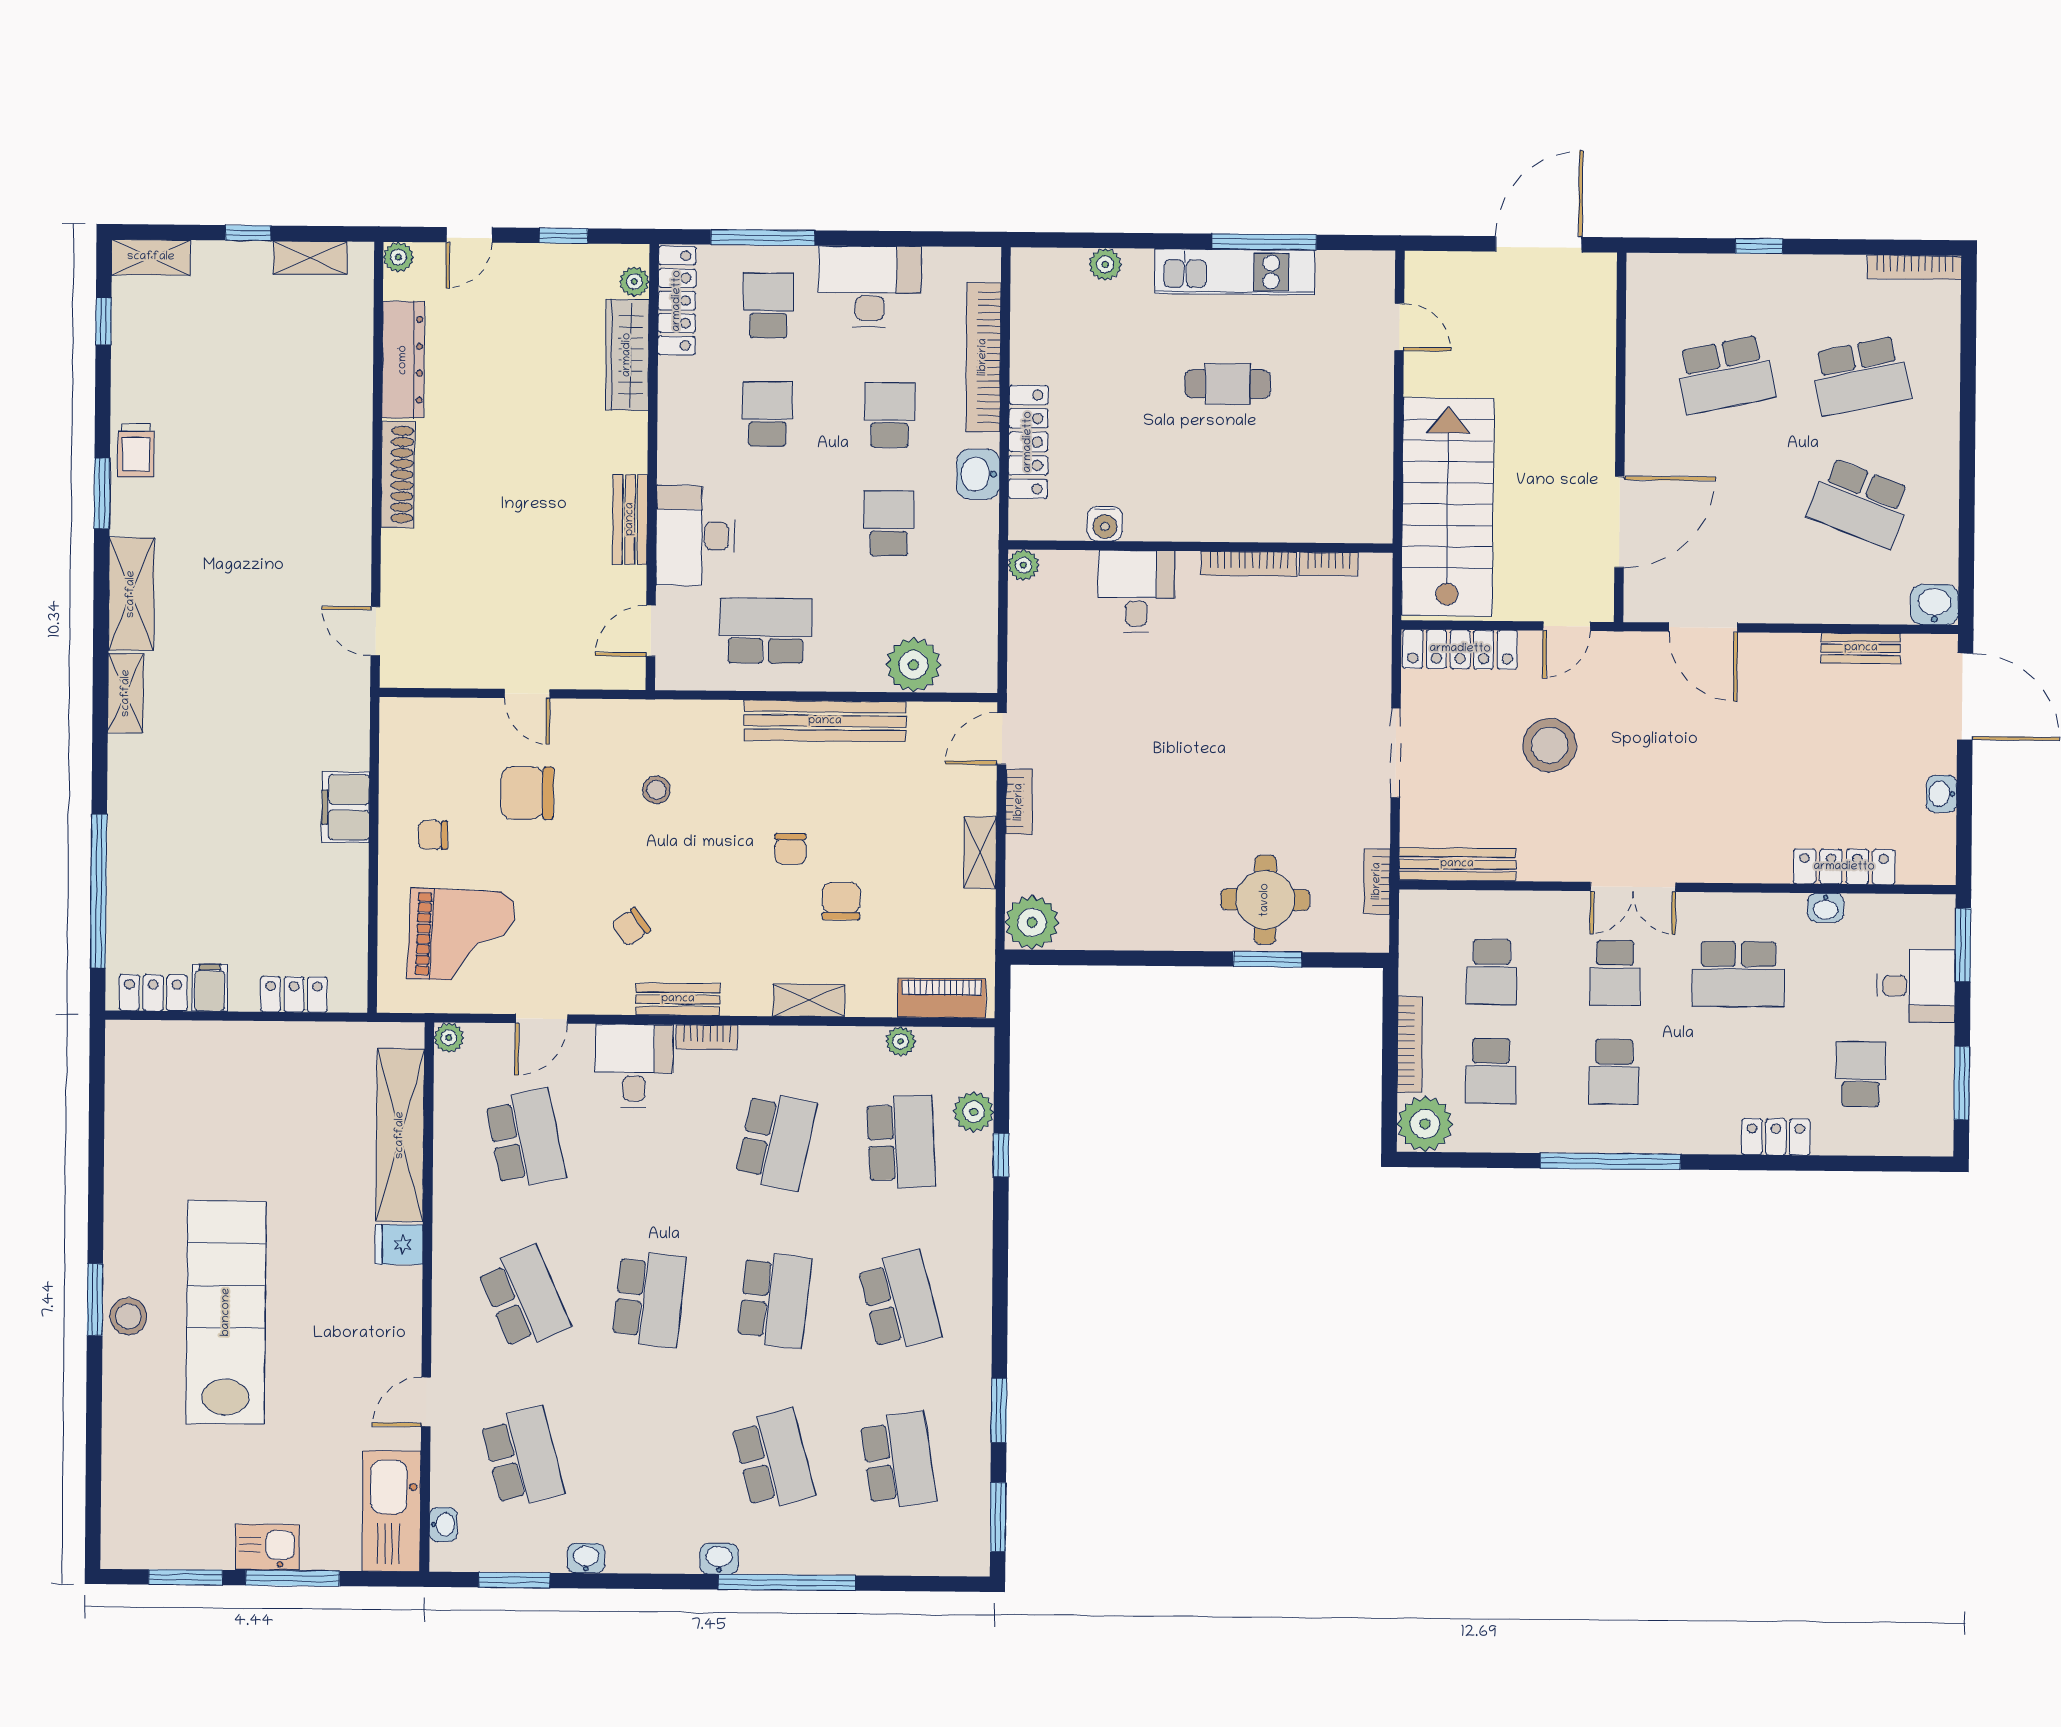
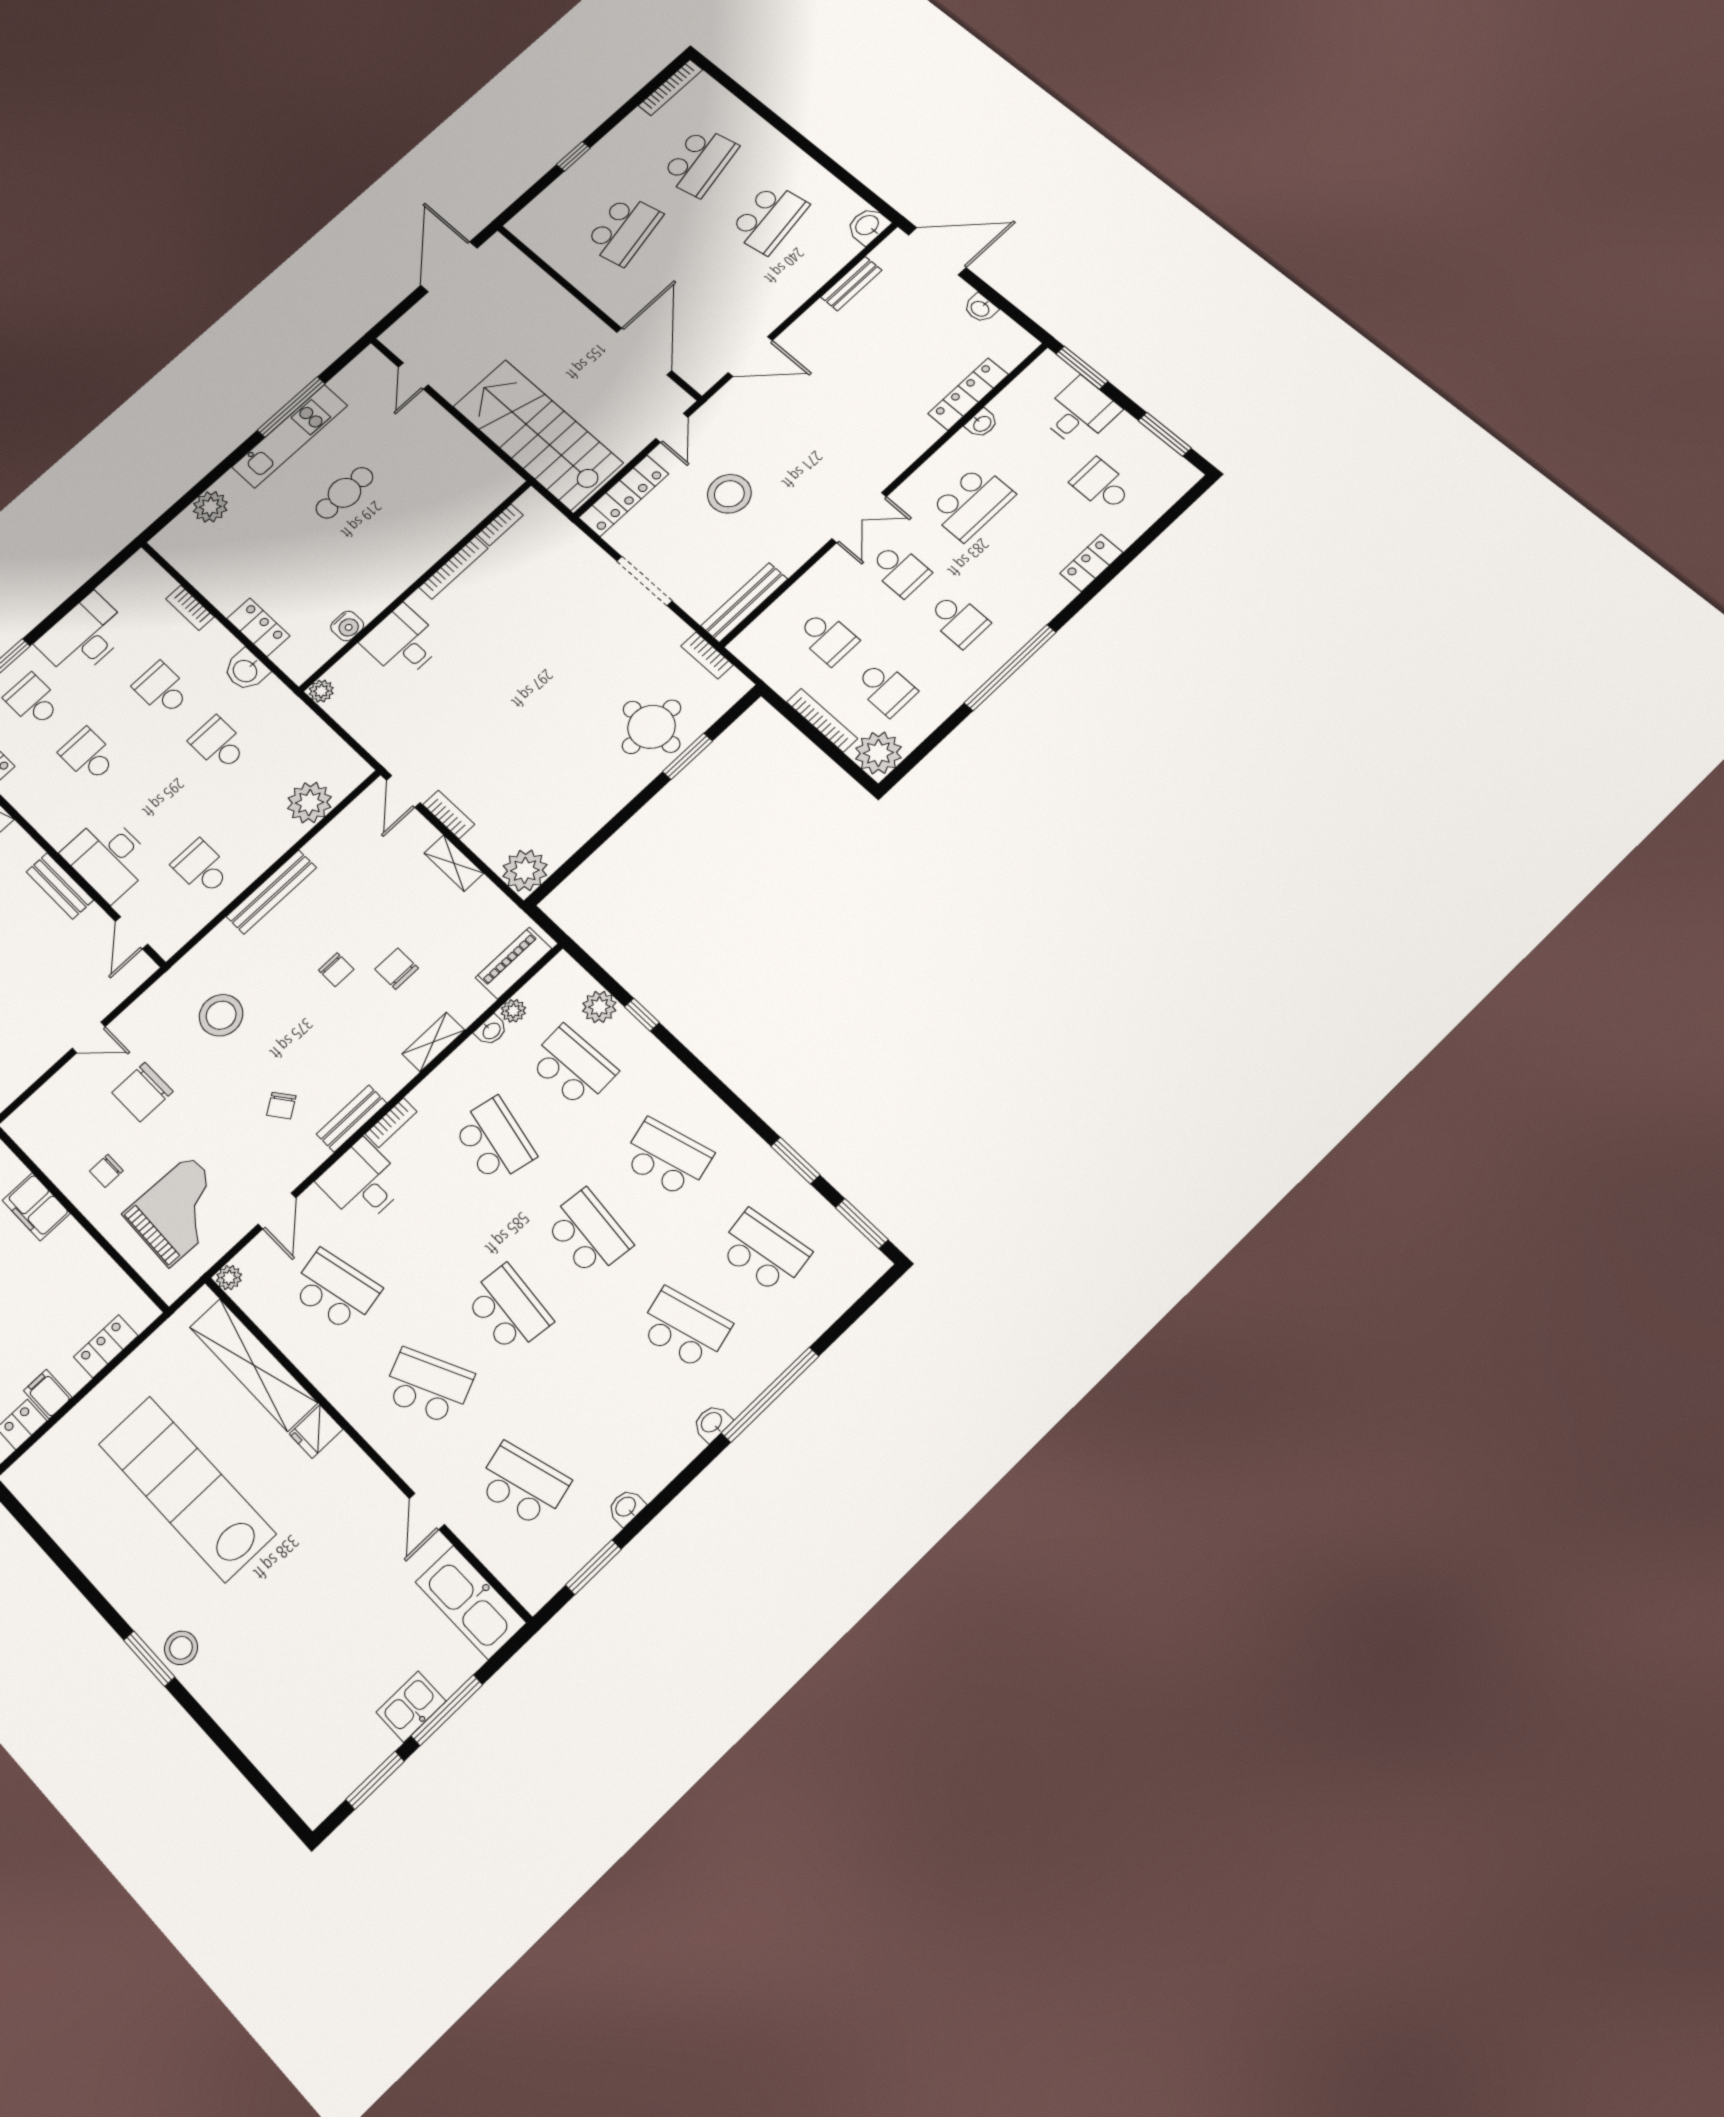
plant: (1105, 264) -> (210, 507), width x1.38, depth x1.38
door: (1399, 327) -> (413, 376), swing flipped
bookcase: (983, 357) -> (190, 608), width x0.43, depth x0.76
locker: (1028, 442) -> (258, 627), width x0.66
school desk: (1859, 503) -> (769, 219), turned -30
school desk: (766, 631) -> (202, 868), width x0.54
bench: (825, 721) -> (271, 892), width x0.73, depth x0.82
stool: (656, 790) -> (221, 1015), width x1.89, depth x1.89
lab bench: (226, 1312) -> (187, 1489), moved
washbasin: (443, 1525) -> (491, 1031), moved, turned 90

